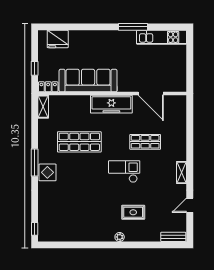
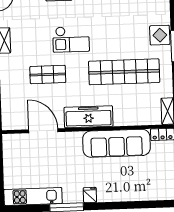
fridge: (58, 39) -> (90, 195), moved, width x0.53, depth x0.75
shop shelf: (79, 142) -> (124, 72), width x1.40

